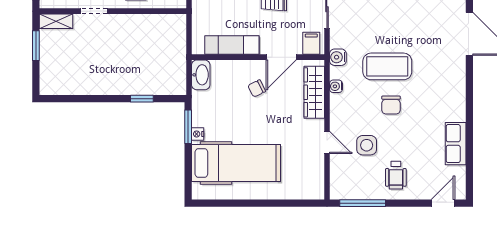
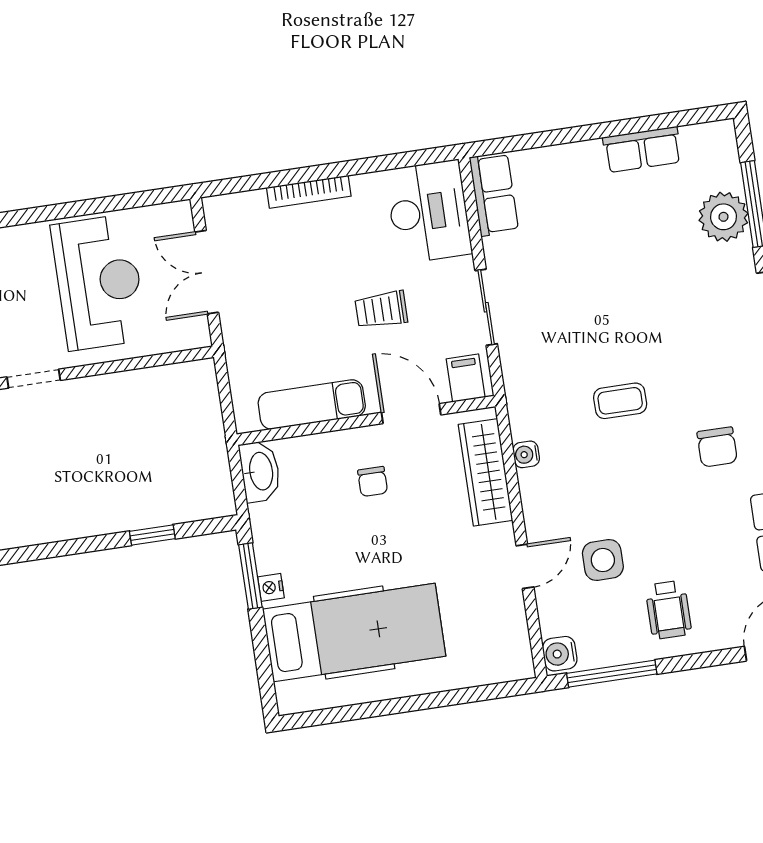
door: (281, 57) -> (411, 414), swing flipped
water cooler: (338, 57) -> (560, 654), moved
coffee table: (387, 66) -> (620, 401), width x0.54, depth x0.58
chair: (257, 88) -> (373, 481), turned -64
chair: (391, 105) -> (717, 447), moved
door: (327, 143) -> (525, 566), hinge flipped

